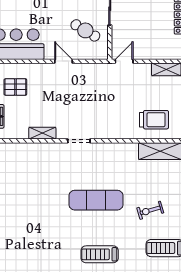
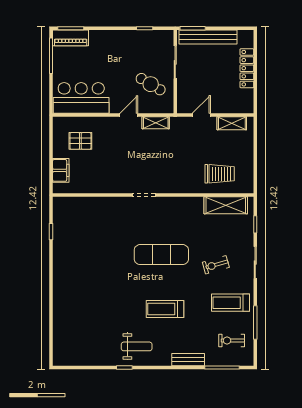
door: (63, 61) -> (129, 115), hinge flipped
door: (124, 61) -> (201, 115), moved
shelving: (42, 133) -> (156, 123), moved

